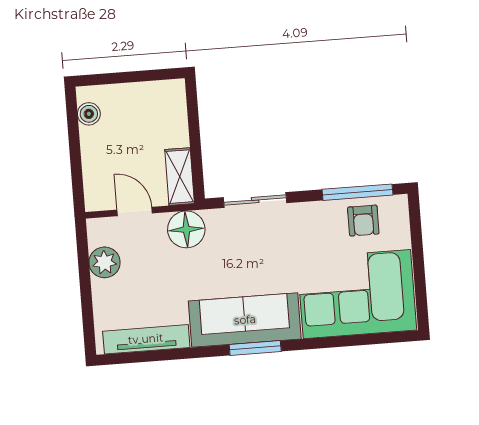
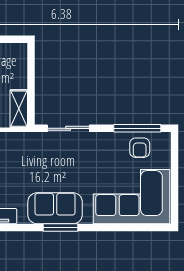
floor lamp: (186, 229) -> (20, 144), removed
sofa: (245, 320) -> (55, 208), width x0.73

